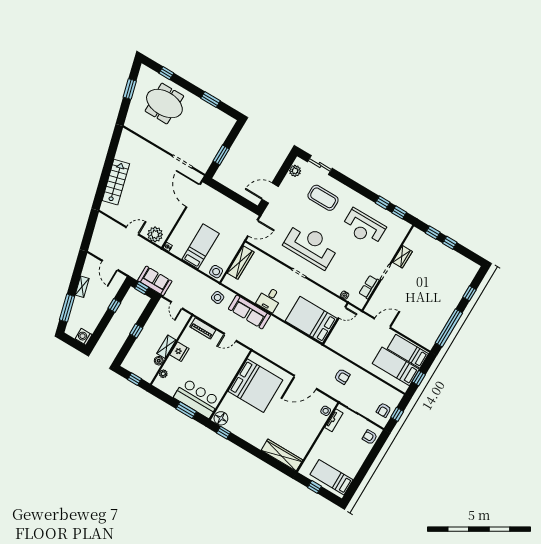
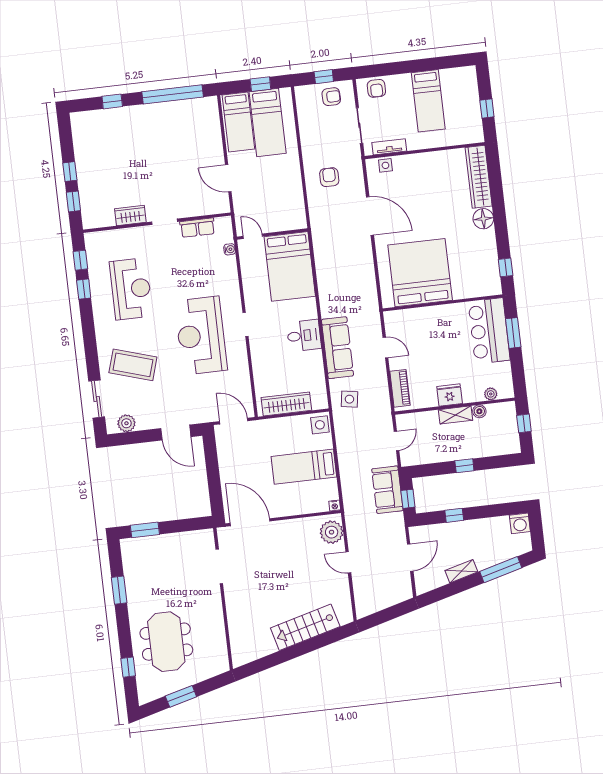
window: (221, 155) -> (145, 530), moved
door: (193, 196) -> (250, 522), swing flipped
coffee table: (323, 198) -> (133, 365), turned -73
floor lamp: (221, 418) -> (483, 219), moved
bed: (332, 477) -> (428, 101), moved

